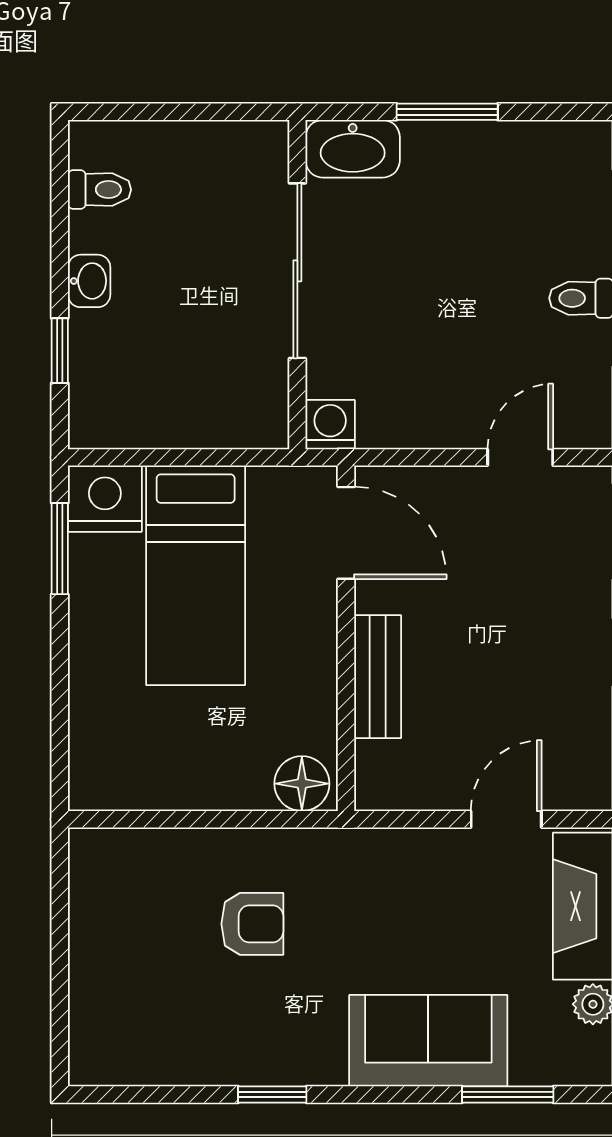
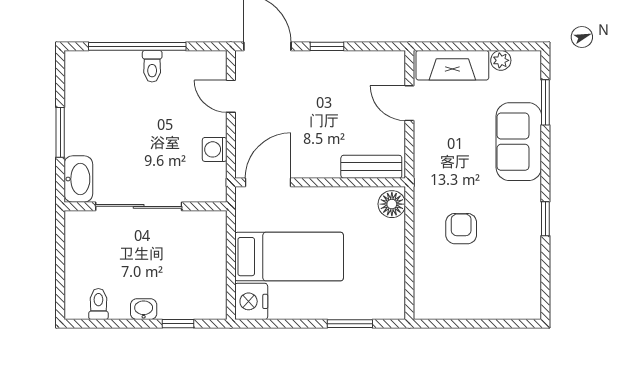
washing machine: (330, 425) -> (215, 149), moved
window: (60, 549) -> (350, 324), moved
bench: (378, 677) -> (371, 167), moved

